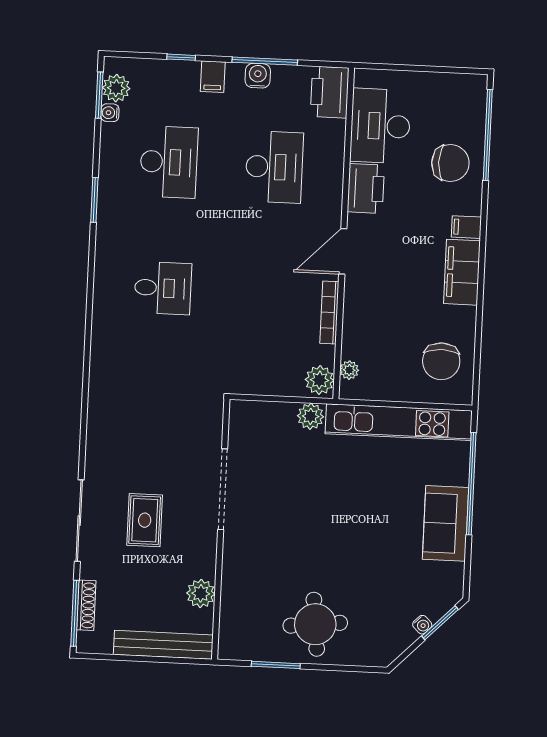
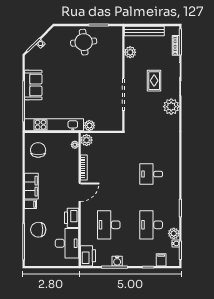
filing cabinet: (213, 77) -> (161, 260), moved
plant: (116, 88) -> (174, 233), moved
plant: (105, 454) -> (171, 107), added

